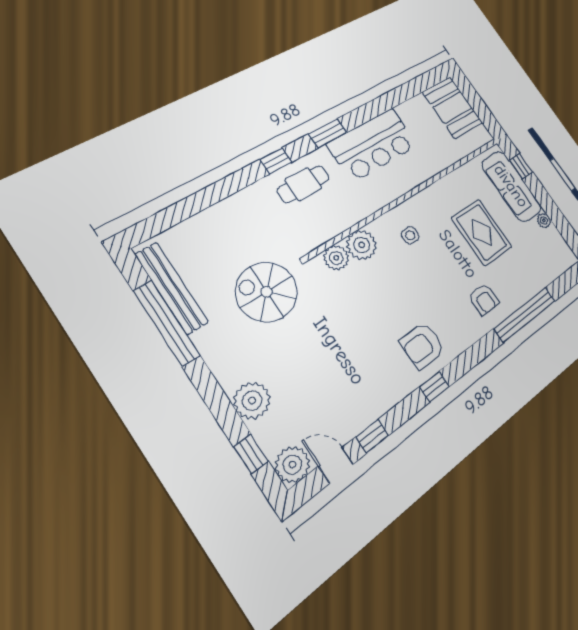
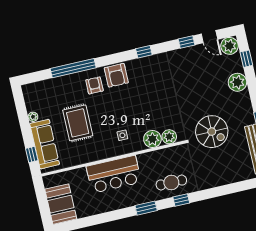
bar counter: (373, 145) -> (114, 174), moved, turned 180
armchair: (422, 346) -> (116, 75), moved, turned 90

